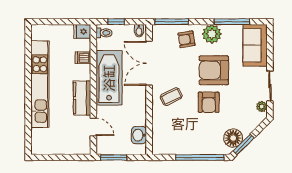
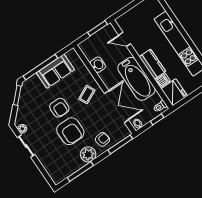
fridge: (82, 31) -> (174, 92), width x1.88, depth x1.34
sofa: (255, 45) -> (55, 71), moved, turned 90
armchair: (214, 70) -> (70, 131), turned 90
kitchen counter: (82, 98) -> (152, 64), moved
armchair: (209, 102) -> (59, 108), turned 180
washbasin: (139, 135) -> (98, 65), moved
floor lamp: (233, 138) -> (27, 95), removed

